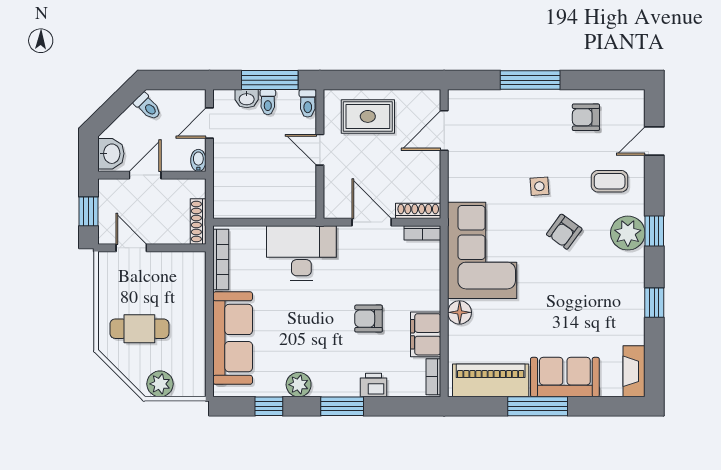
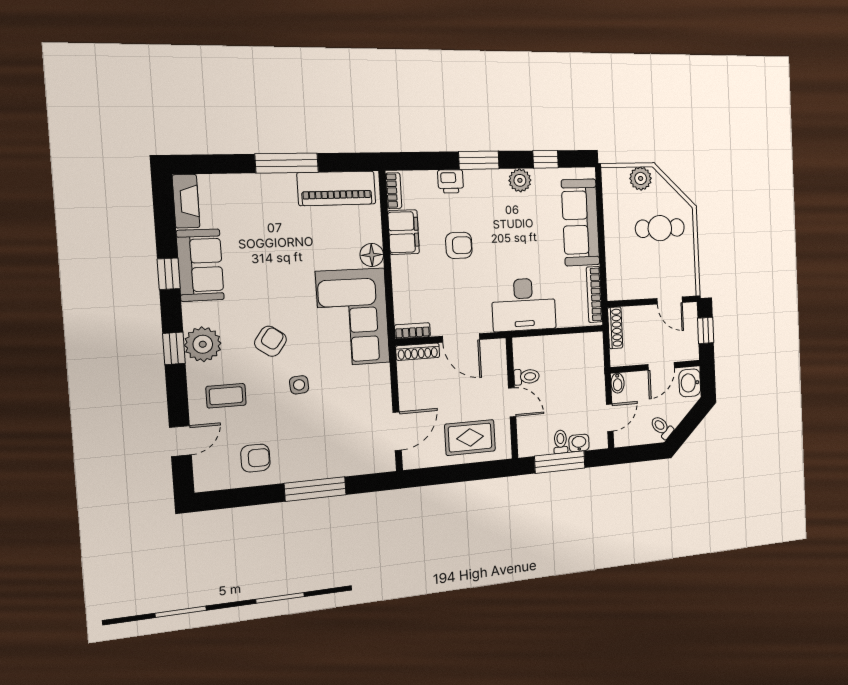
toilet: (308, 103) -> (527, 377), moved, turned 90
sofa: (565, 377) -> (200, 265), moved, turned -90

